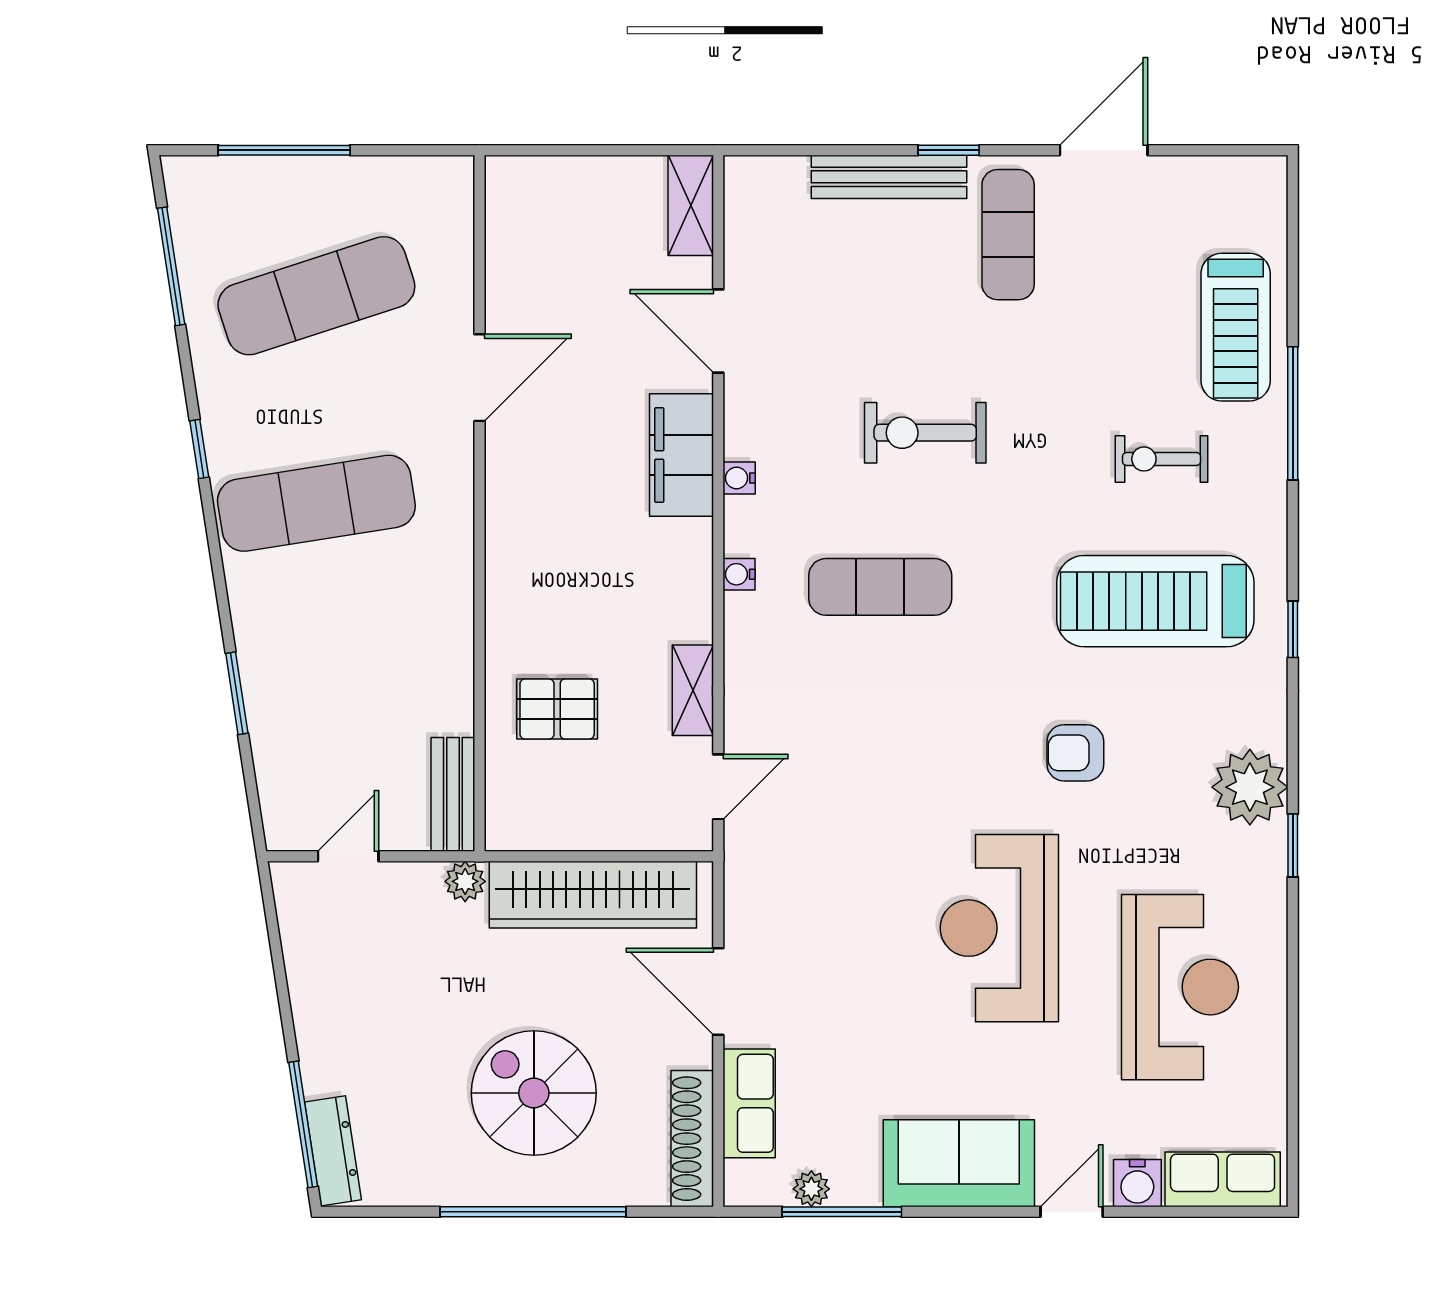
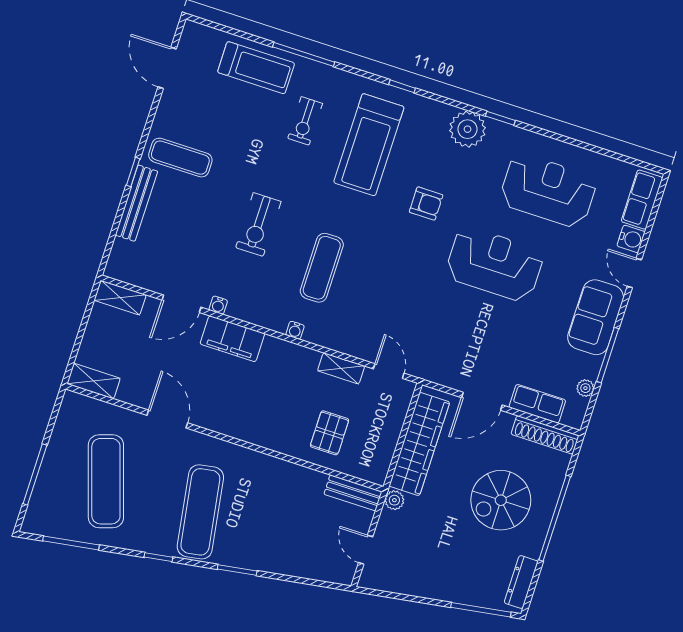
door: (1104, 150) -> (167, 68), moved
shelving: (508, 206) -> (94, 381), added
water cooler: (739, 478) -> (218, 305), moved
window: (237, 693) -> (237, 570), moved
armchair: (1075, 753) -> (426, 204), turned -90
reception desk: (999, 928) -> (495, 264), turned 180
dresser: (333, 1151) -> (521, 582), moved, turned -81
window: (842, 1212) -> (608, 355), moved

